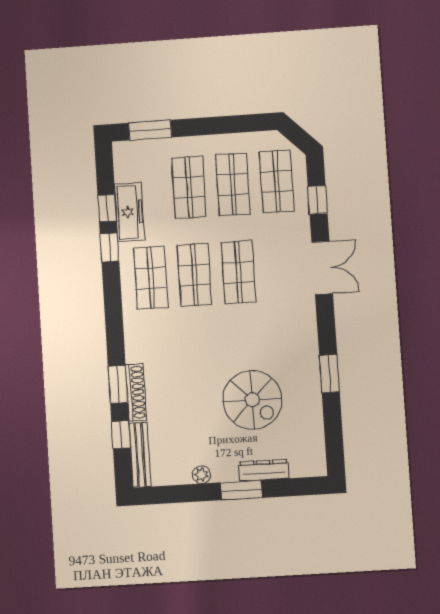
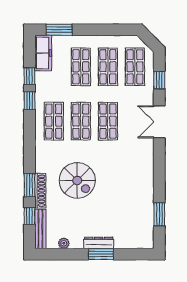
freezer: (129, 212) -> (43, 53), moved
double door: (322, 268) -> (159, 122), swing flipped
window: (329, 374) -> (159, 214), moved
spiral stairs: (252, 400) -> (77, 180), moved
dresser: (264, 470) -> (99, 243), moved
plant: (202, 475) -> (64, 243), moved

